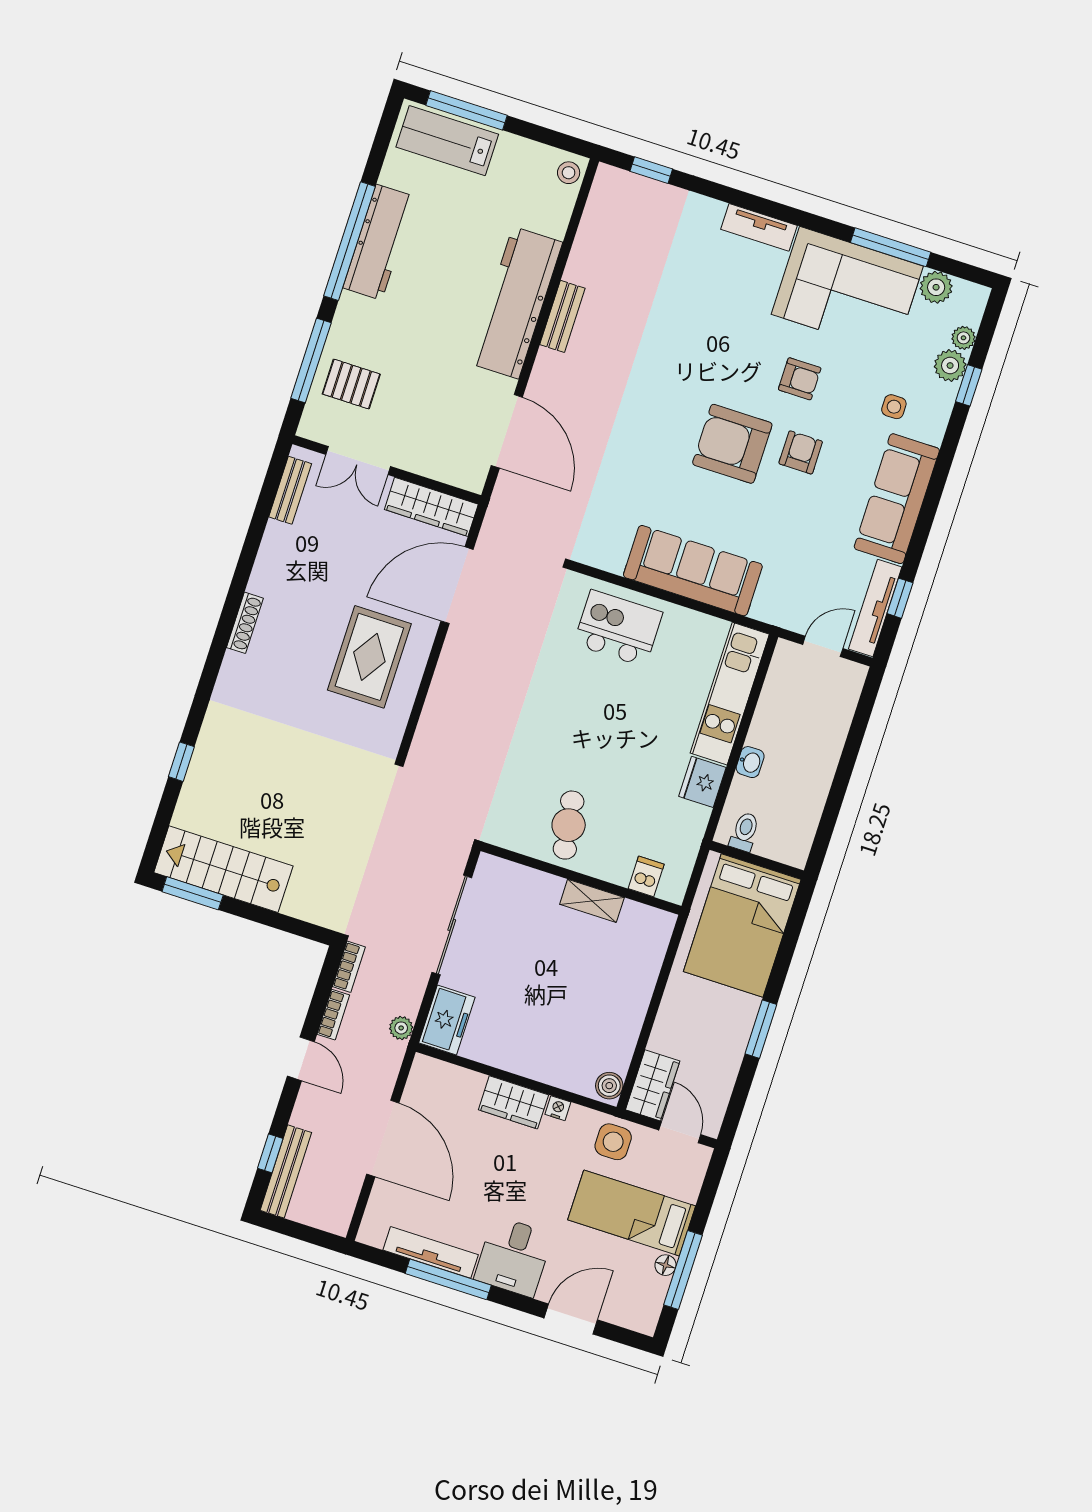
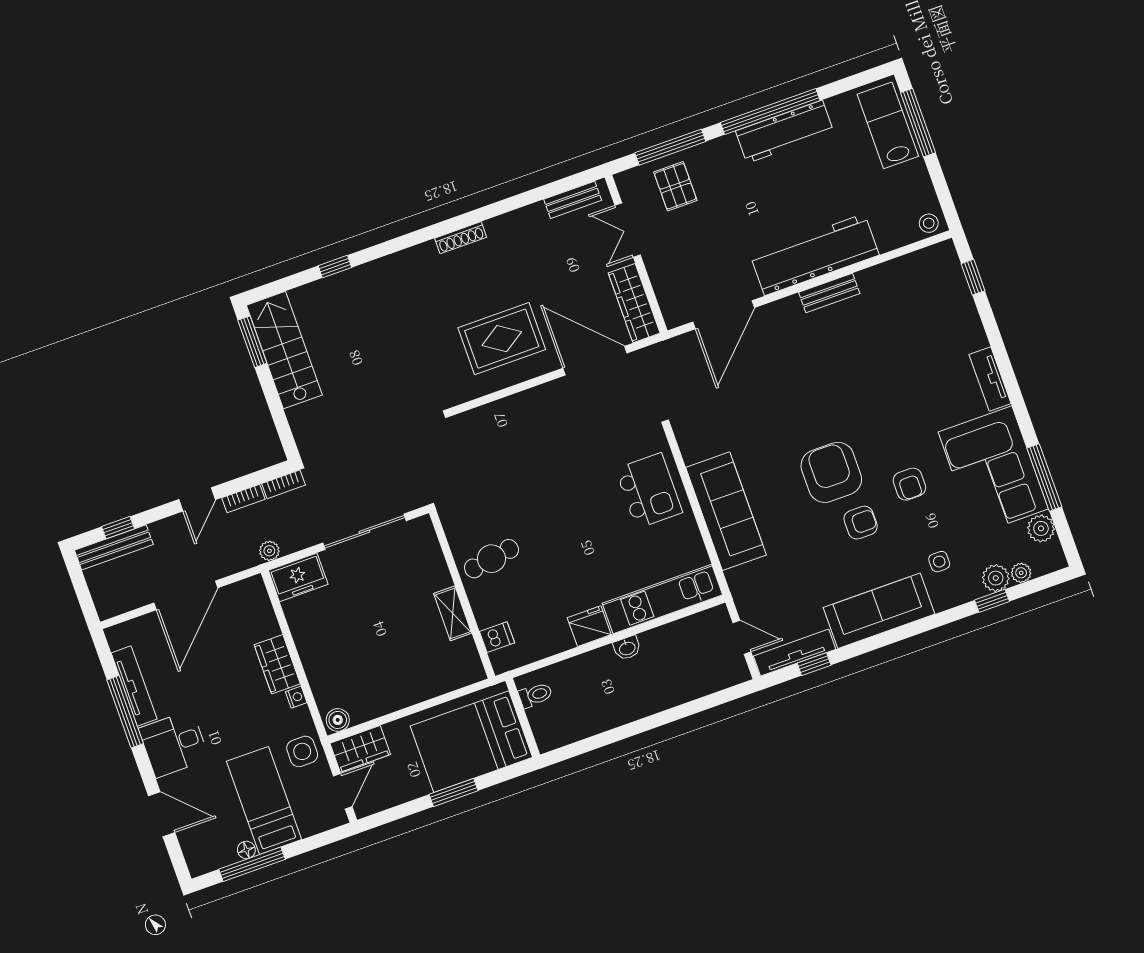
toilet: (745, 832) -> (535, 695), moved
wall: (757, 860) -> (523, 718), moved
bed: (742, 925) -> (471, 742), moved

